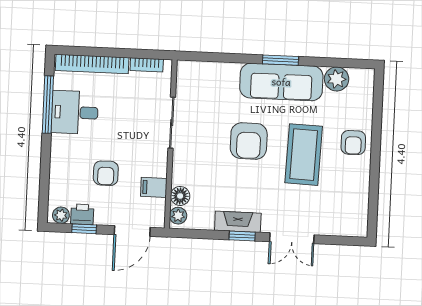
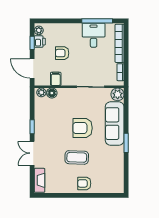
plant: (337, 79) -> (118, 94), moved
sofa: (281, 82) -> (115, 124), moved
coffee table: (304, 155) -> (77, 157), width x0.73, depth x0.76
fireplace: (238, 222) -> (40, 180), moved

